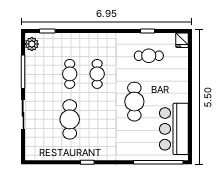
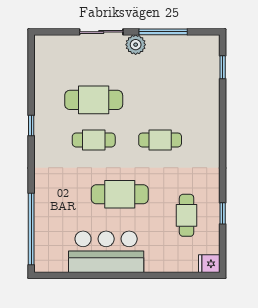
plant: (32, 44) -> (136, 45), moved
cafe table: (70, 74) -> (94, 140), moved
bar counter: (174, 129) -> (106, 252), moved

